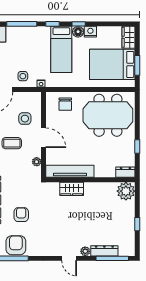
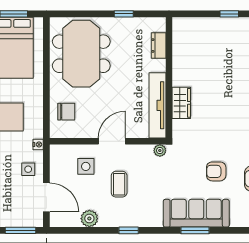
plant: (37, 162) -> (160, 151), moved
dresser: (125, 172) -> (159, 46), moved
plant: (126, 191) -> (184, 29), removed

